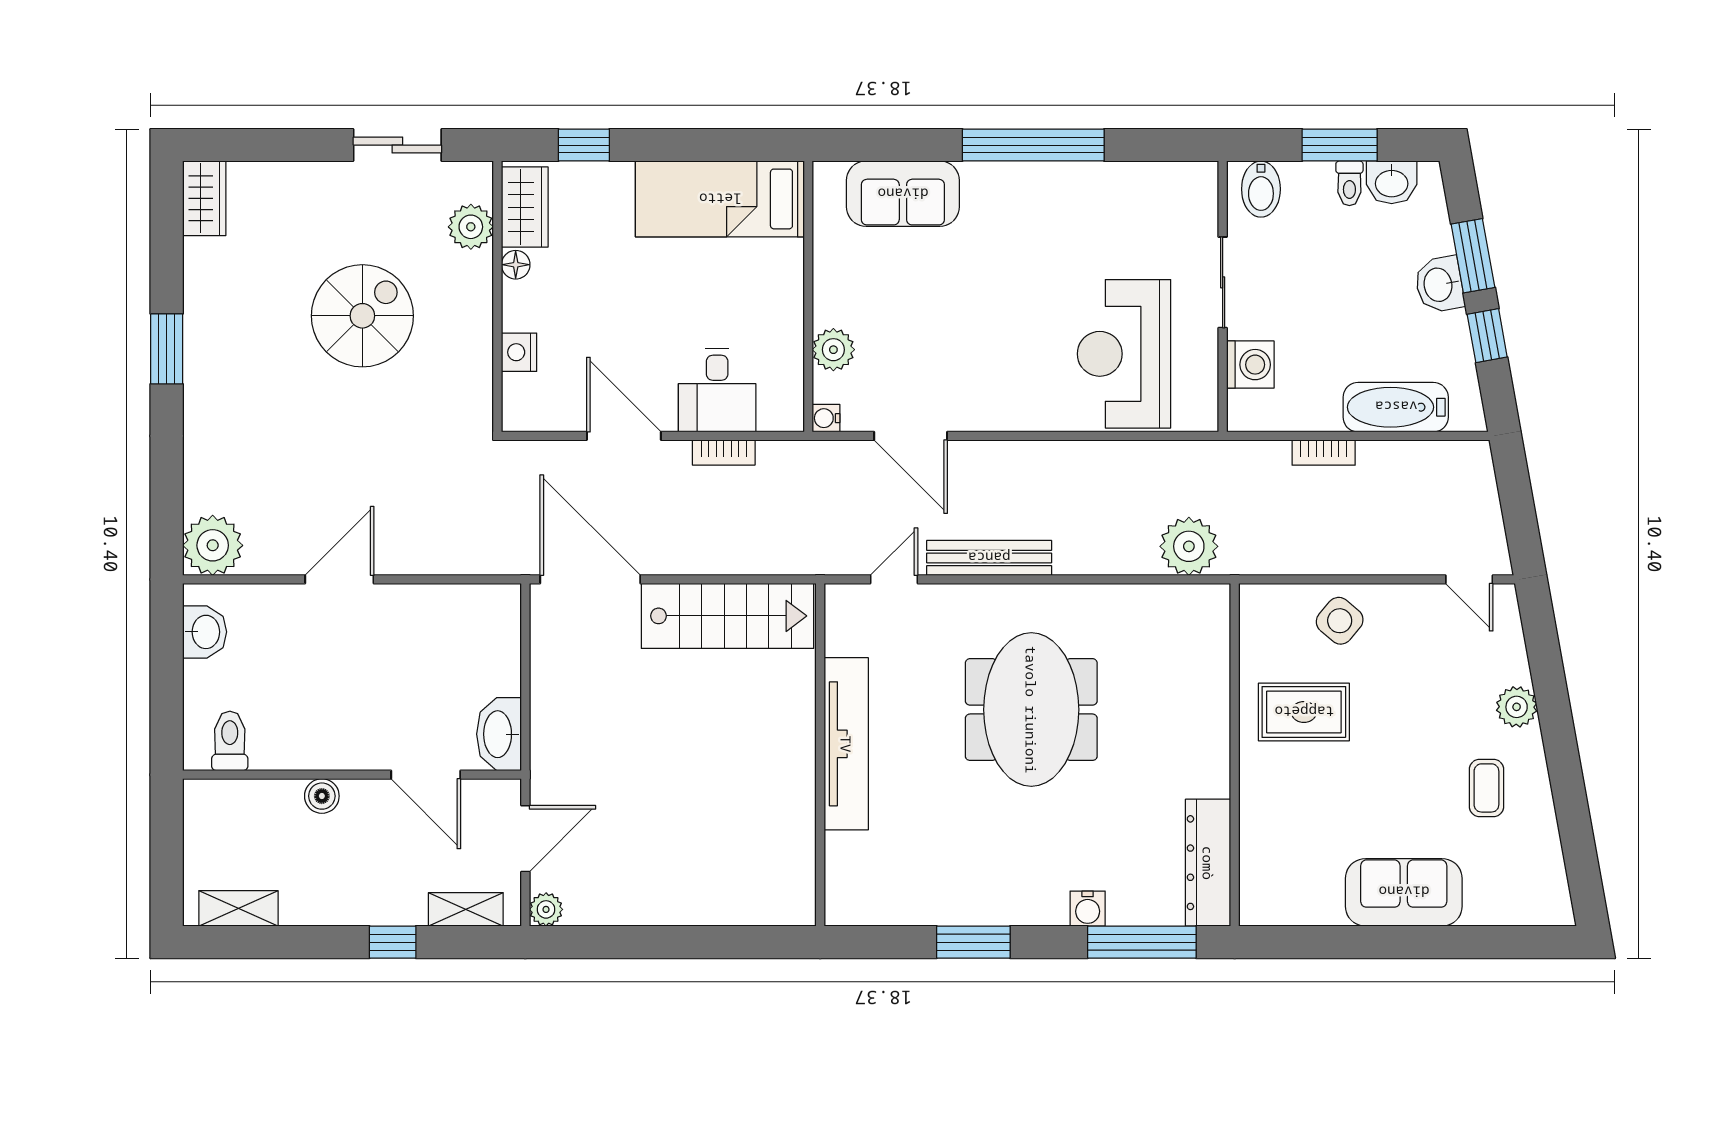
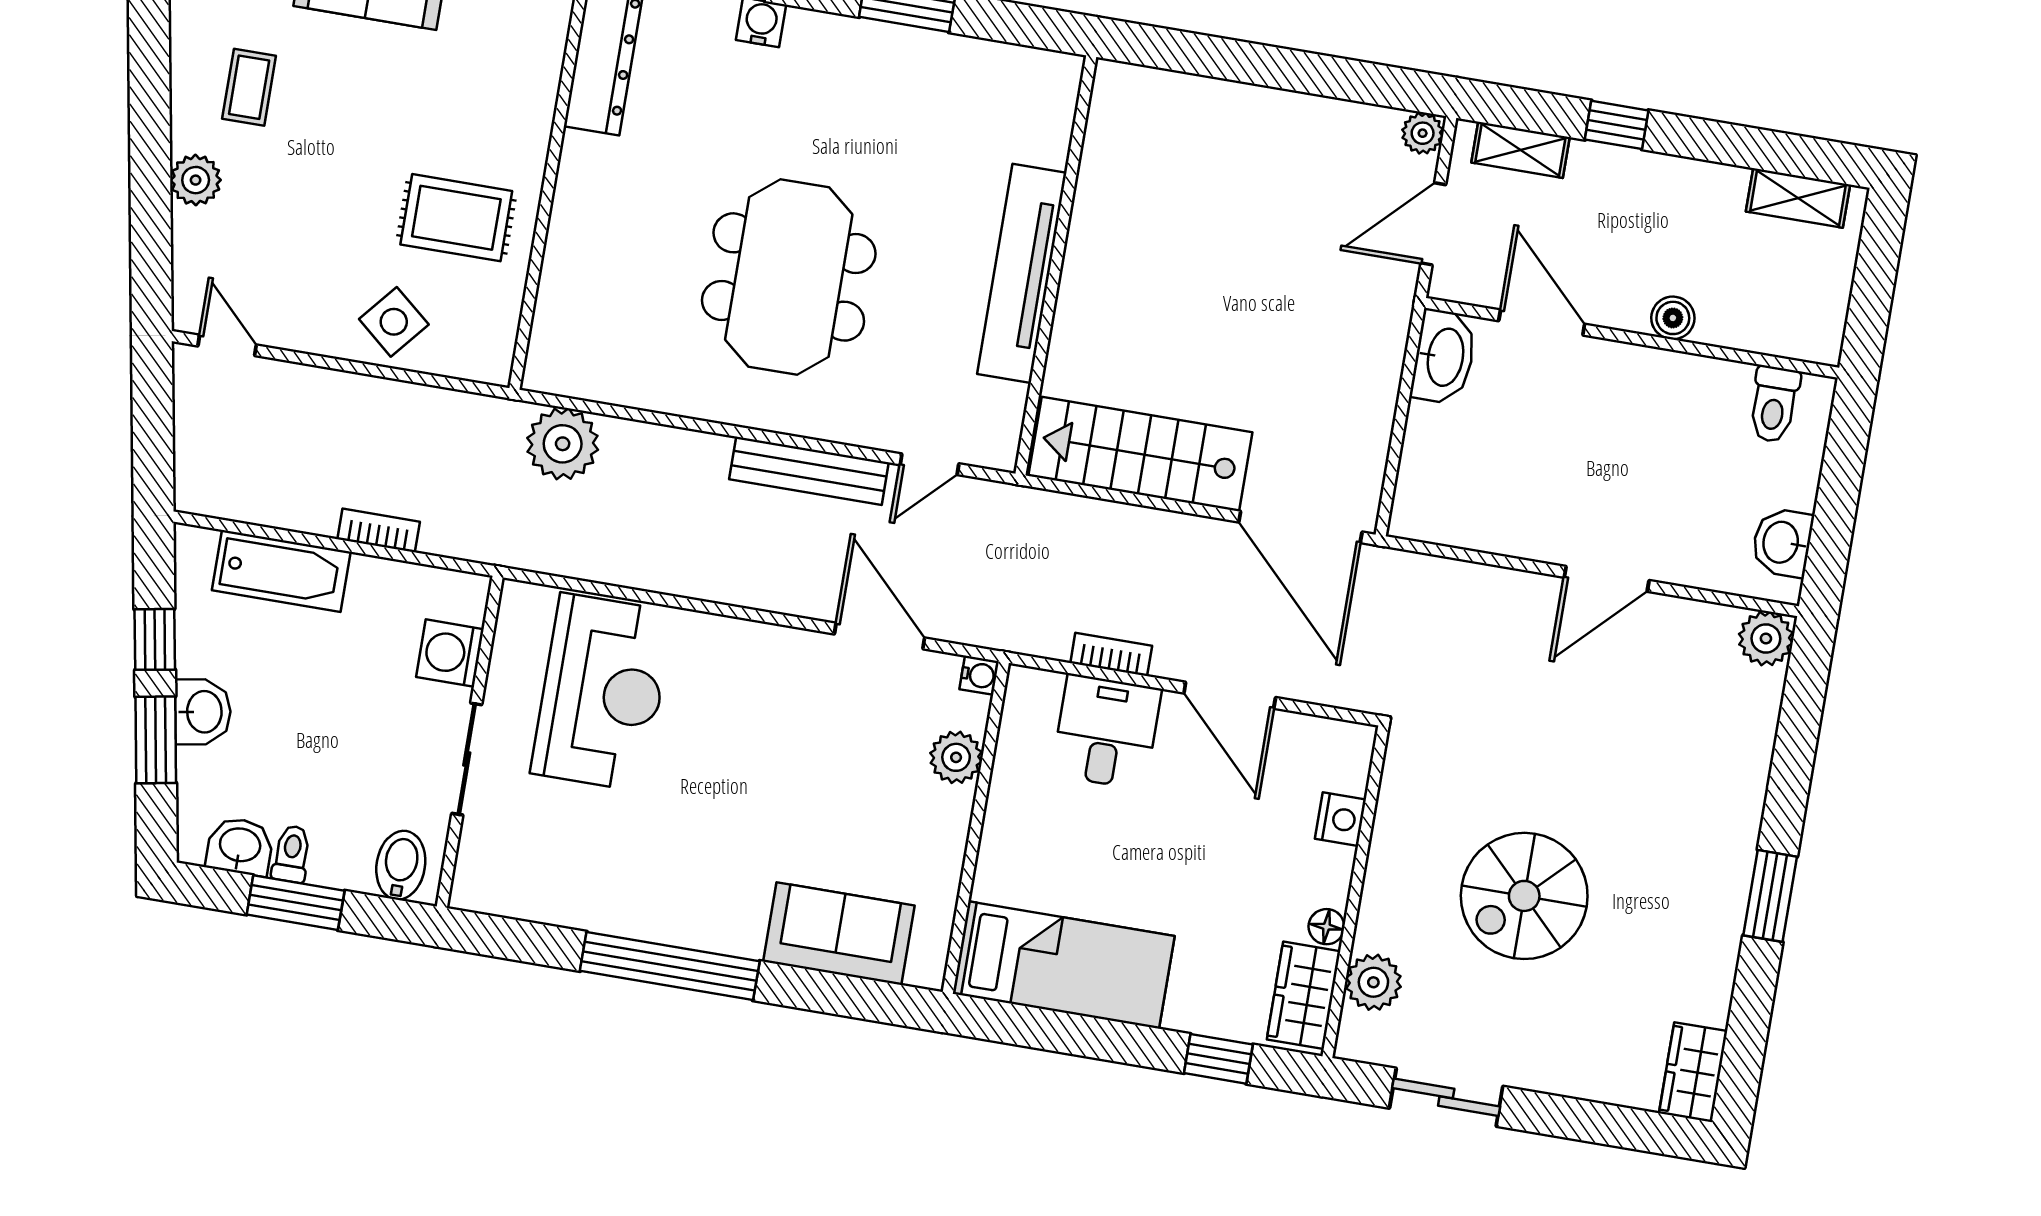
plant: (213, 545) -> (1766, 638), width x0.73, depth x0.73

